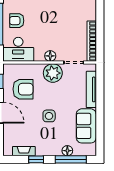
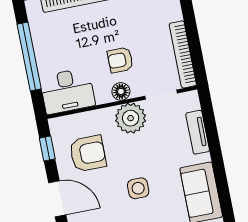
armchair: (17, 21) -> (120, 60), moved
tv unit: (91, 89) -> (198, 132), width x0.71

